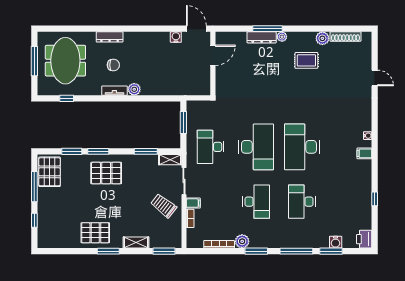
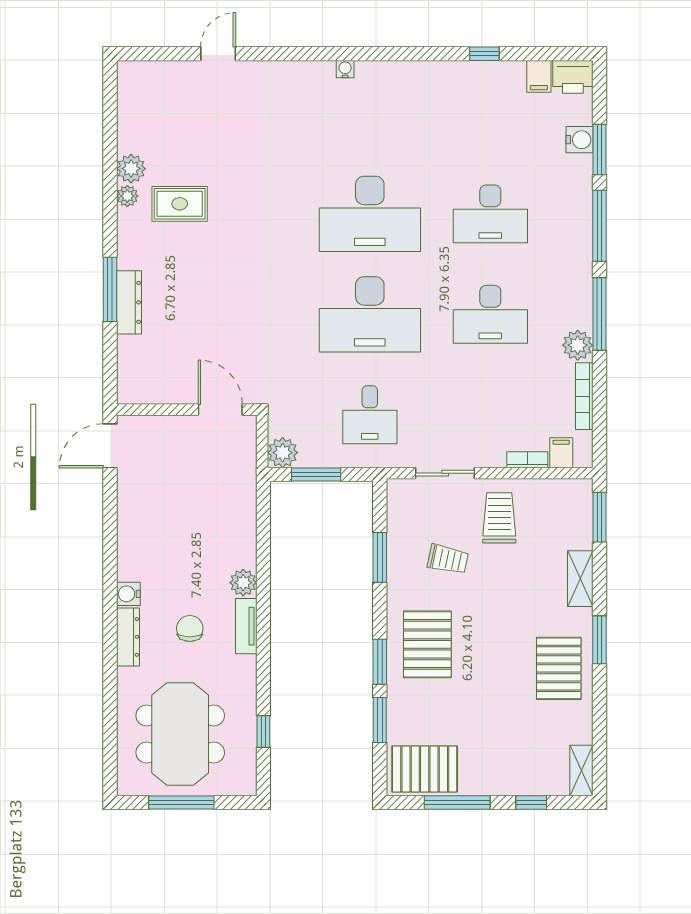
water cooler: (176, 37) -> (128, 594), moved
plant: (282, 37) -> (127, 196), moved
shoe rack: (345, 37) -> (127, 118), removed
door: (213, 55) -> (220, 410), moved
rug: (306, 60) -> (180, 204), turned 90
meeting table: (65, 61) -> (180, 734), turned 90
plant: (193, 107) -> (283, 453), added
desk: (211, 147) -> (370, 415), width x0.73
desk: (256, 147) -> (370, 314), turned 180
filing cabinet: (364, 153) -> (539, 76), moved
shelving: (170, 160) -> (581, 771), moved
trolley: (145, 182) -> (448, 559), added
desk: (256, 202) -> (490, 314), turned 180
filing cabinet: (193, 203) -> (561, 453), moved
trolley: (164, 206) -> (499, 518), turned 142
window: (256, 251) -> (599, 314), width x1.44

